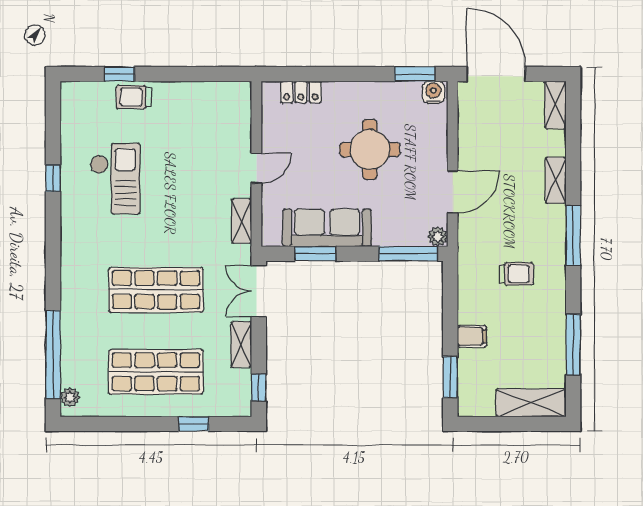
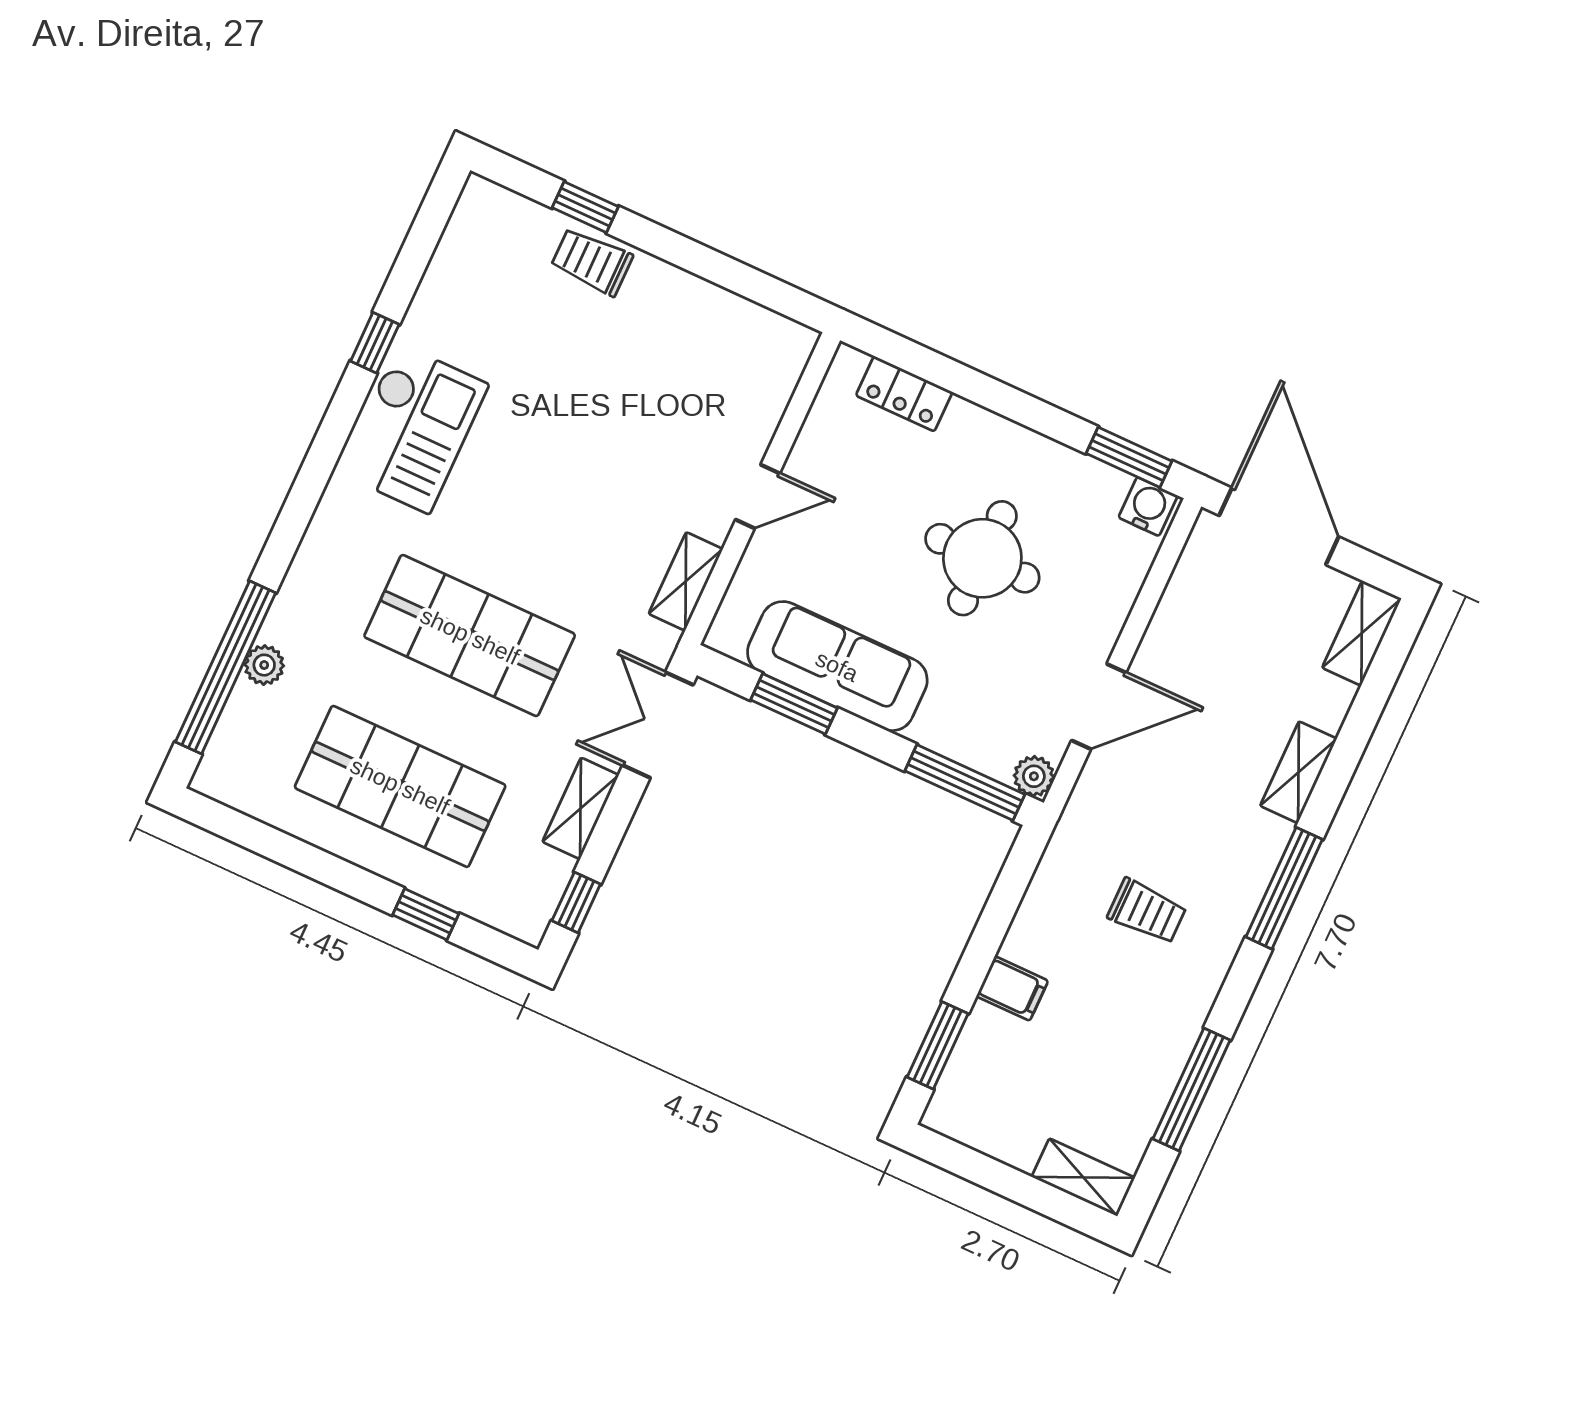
checkout: (115, 179) -> (414, 429), moved
plant: (70, 397) -> (264, 665), moved
shelving: (531, 403) -> (1083, 1177), width x0.67, depth x0.75

